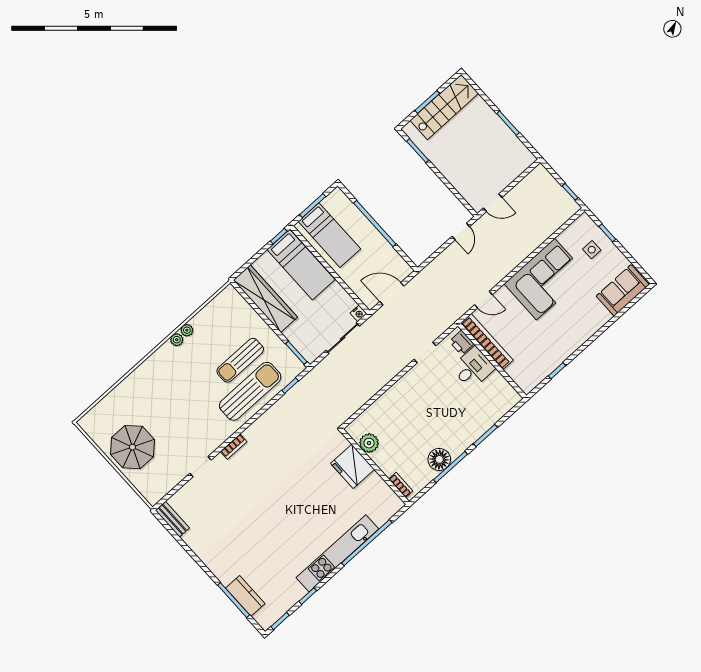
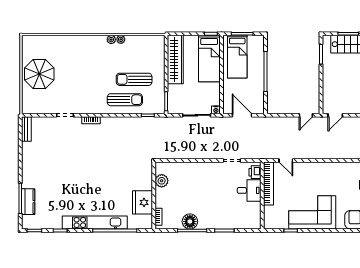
door: (493, 203) -> (335, 115), hinge flipped
corner sofa: (546, 279) -> (312, 212), moved, turned 180
sun lounger: (250, 391) -> (125, 100), width x0.73, depth x0.75
fridge: (352, 466) -> (142, 202), moved

